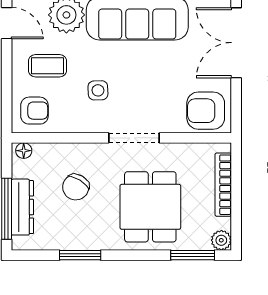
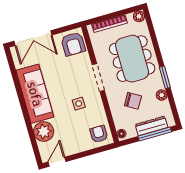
coffee table: (48, 66) -> (73, 134), removed
dining table: (150, 207) -> (132, 59), width x1.38
plant: (71, 241) -> (162, 95), added
window: (80, 255) -> (165, 77), moved
window: (193, 255) -> (151, 29), removed

